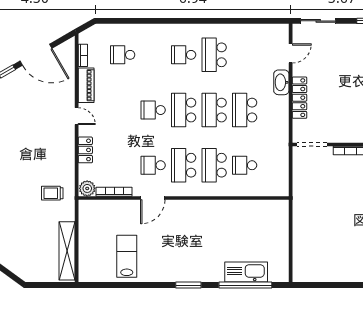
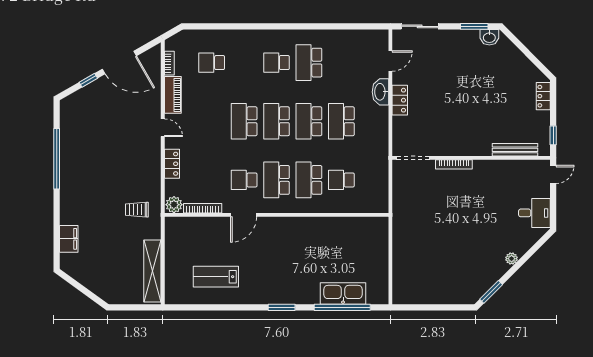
locker: (299, 98) -> (400, 100), width x0.66
school desk: (153, 110) -> (244, 121), width x1.85
lab bench: (127, 256) -> (216, 277), turned -90

